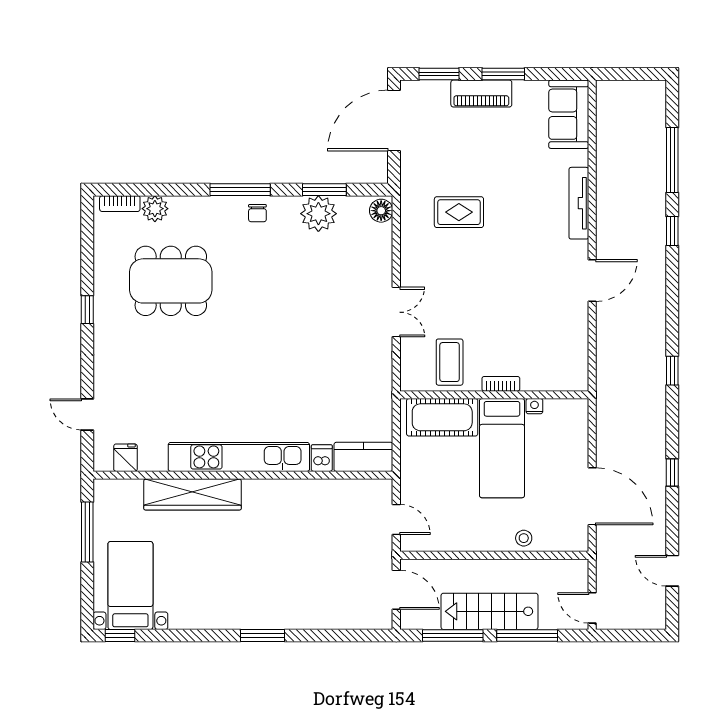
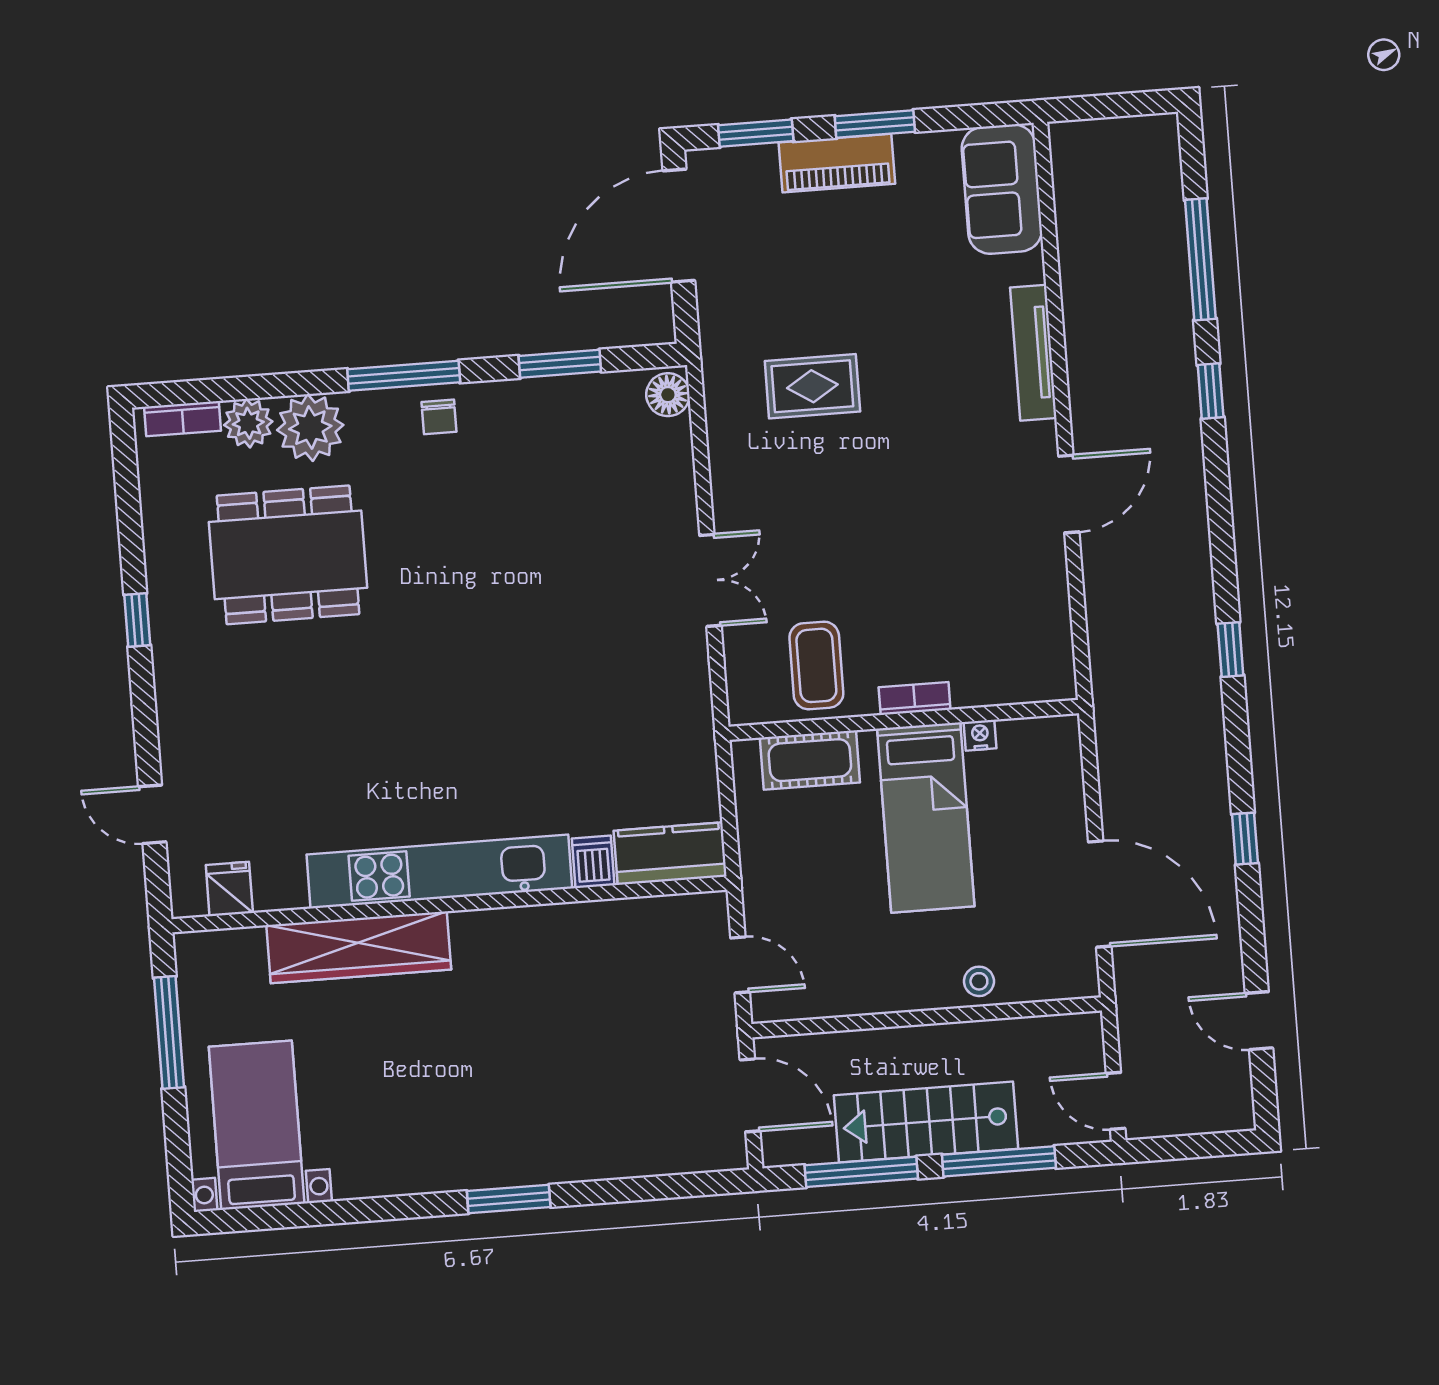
plant: (318, 214) -> (310, 428), moved
cot: (442, 417) -> (810, 760), width x0.73, depth x0.75
window: (120, 635) -> (244, 1219), removed

